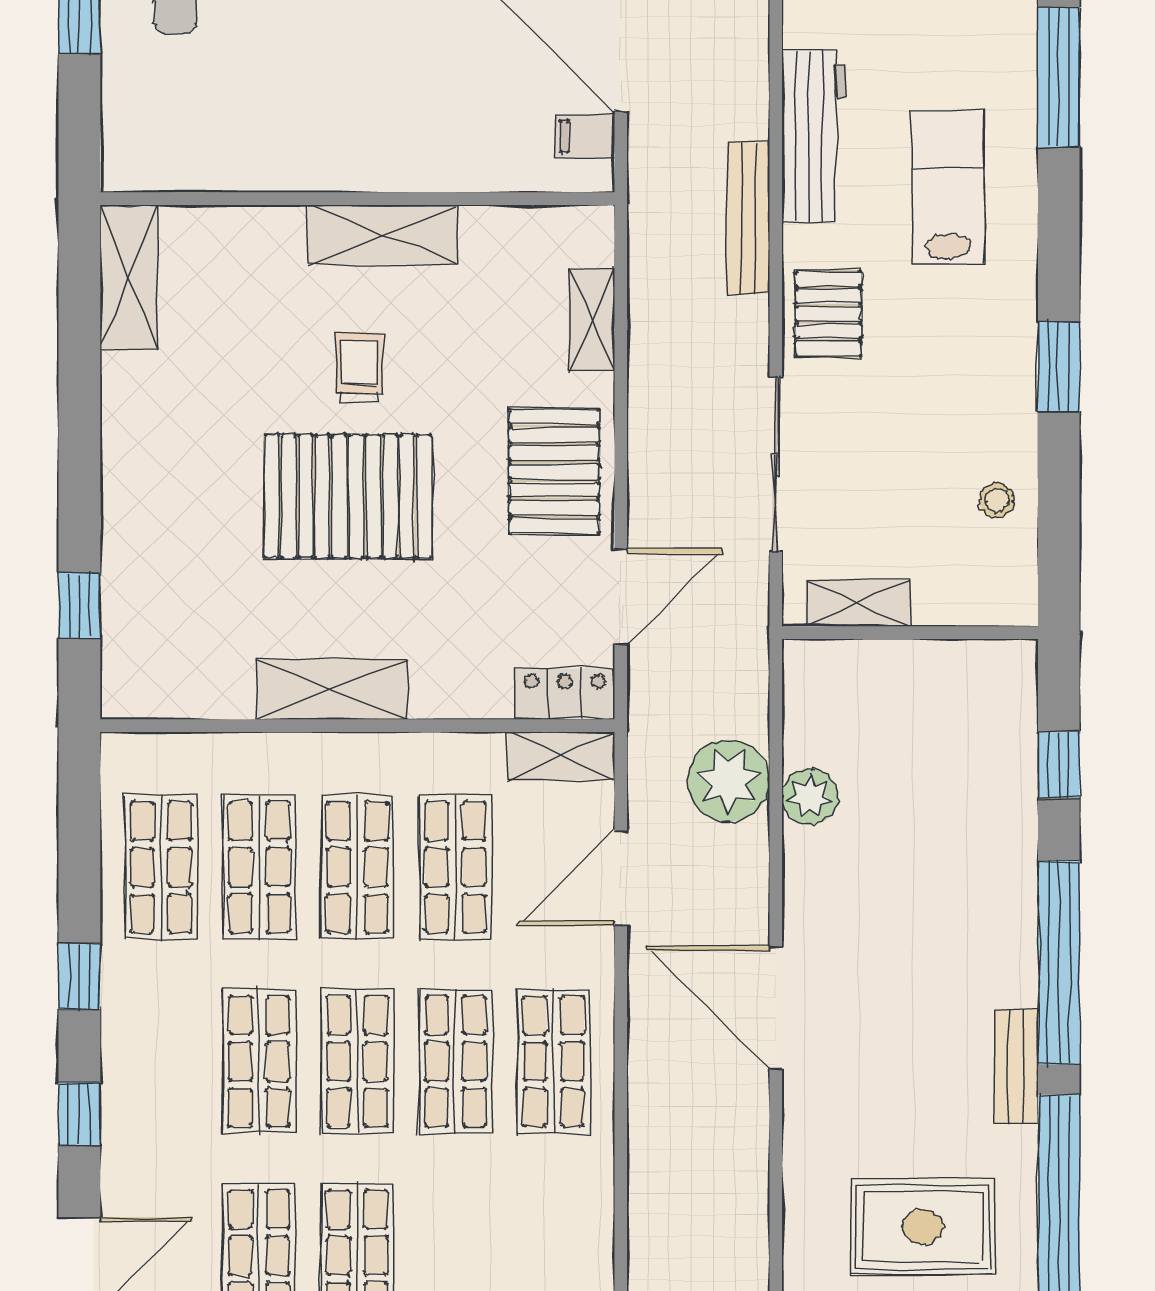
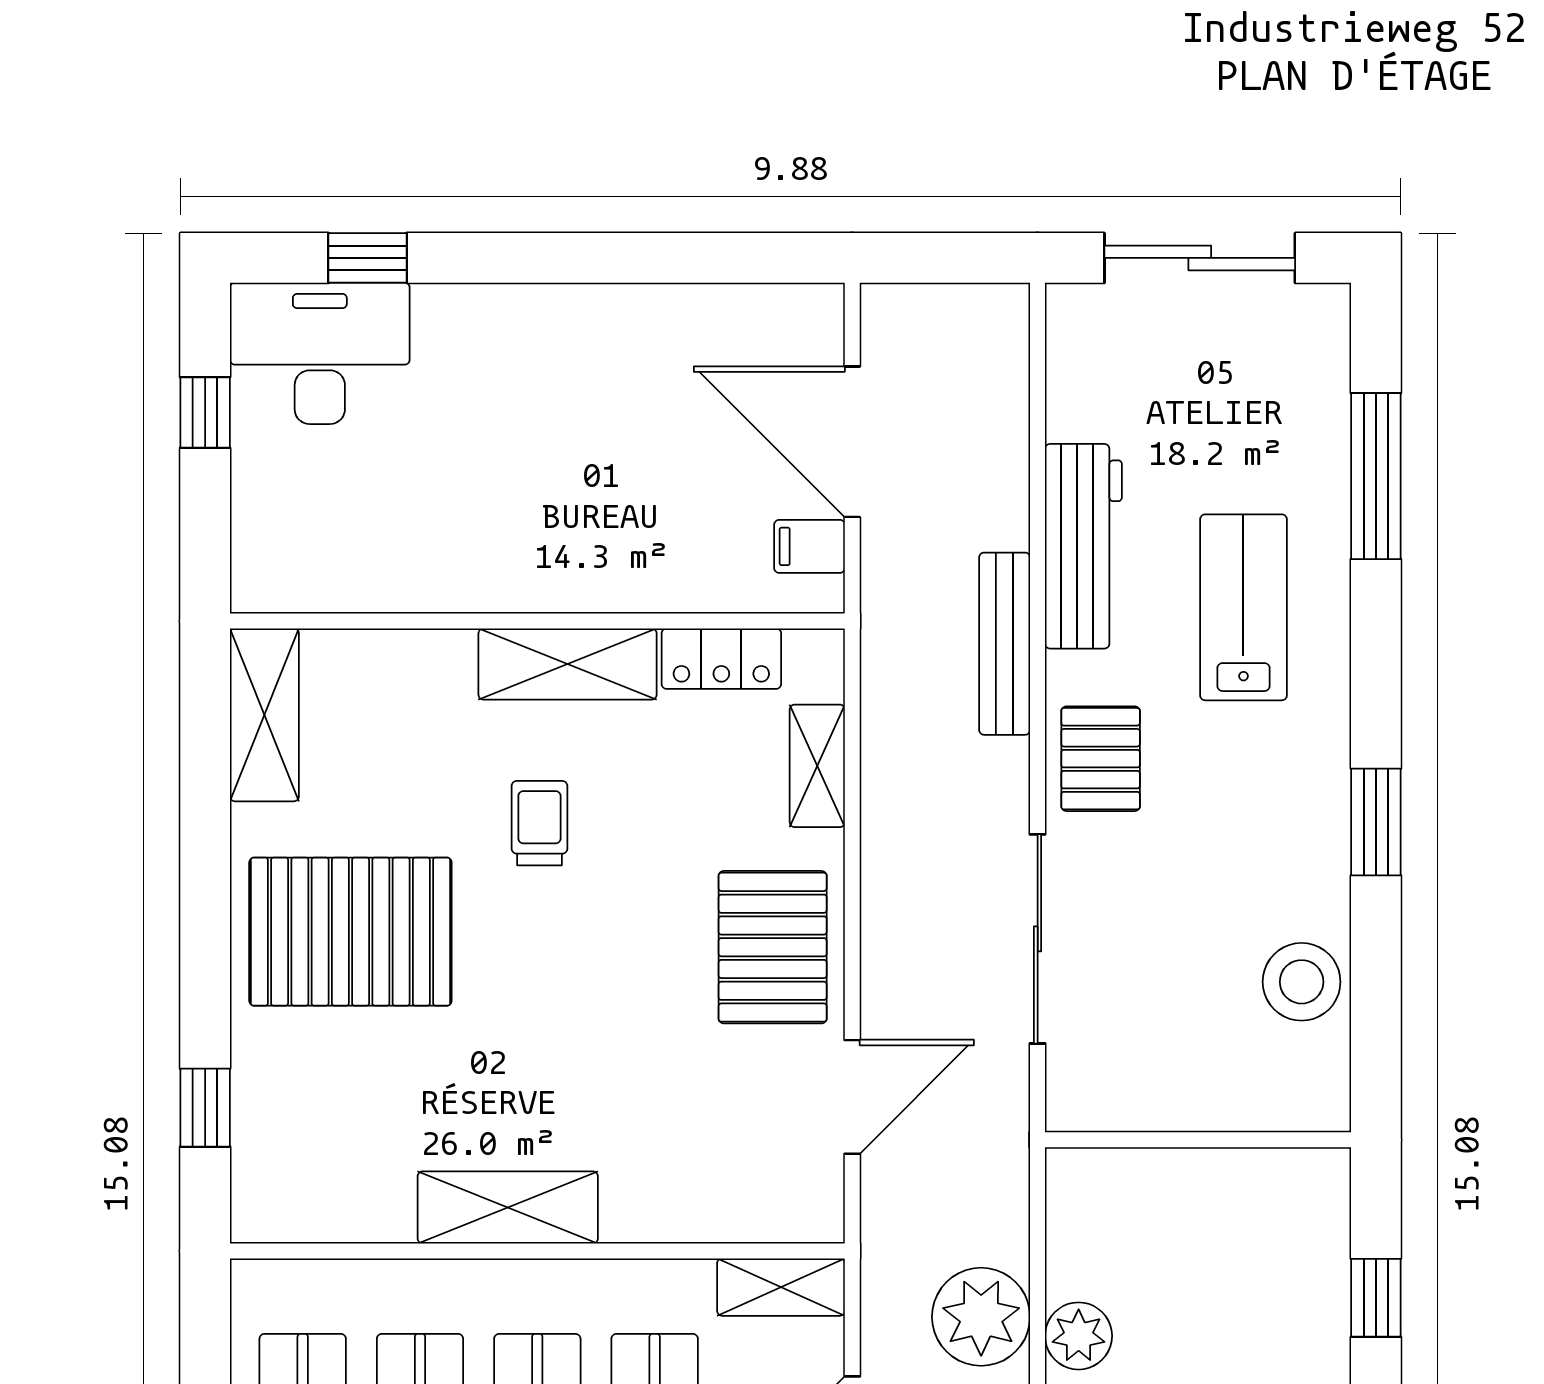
pallet: (348, 496) -> (350, 932), moved
stool: (997, 500) -> (1302, 982), width x1.89, depth x1.89
shelving: (858, 603) -> (1136, 1104), removed
locker: (565, 694) -> (721, 659), moved, turned 180

